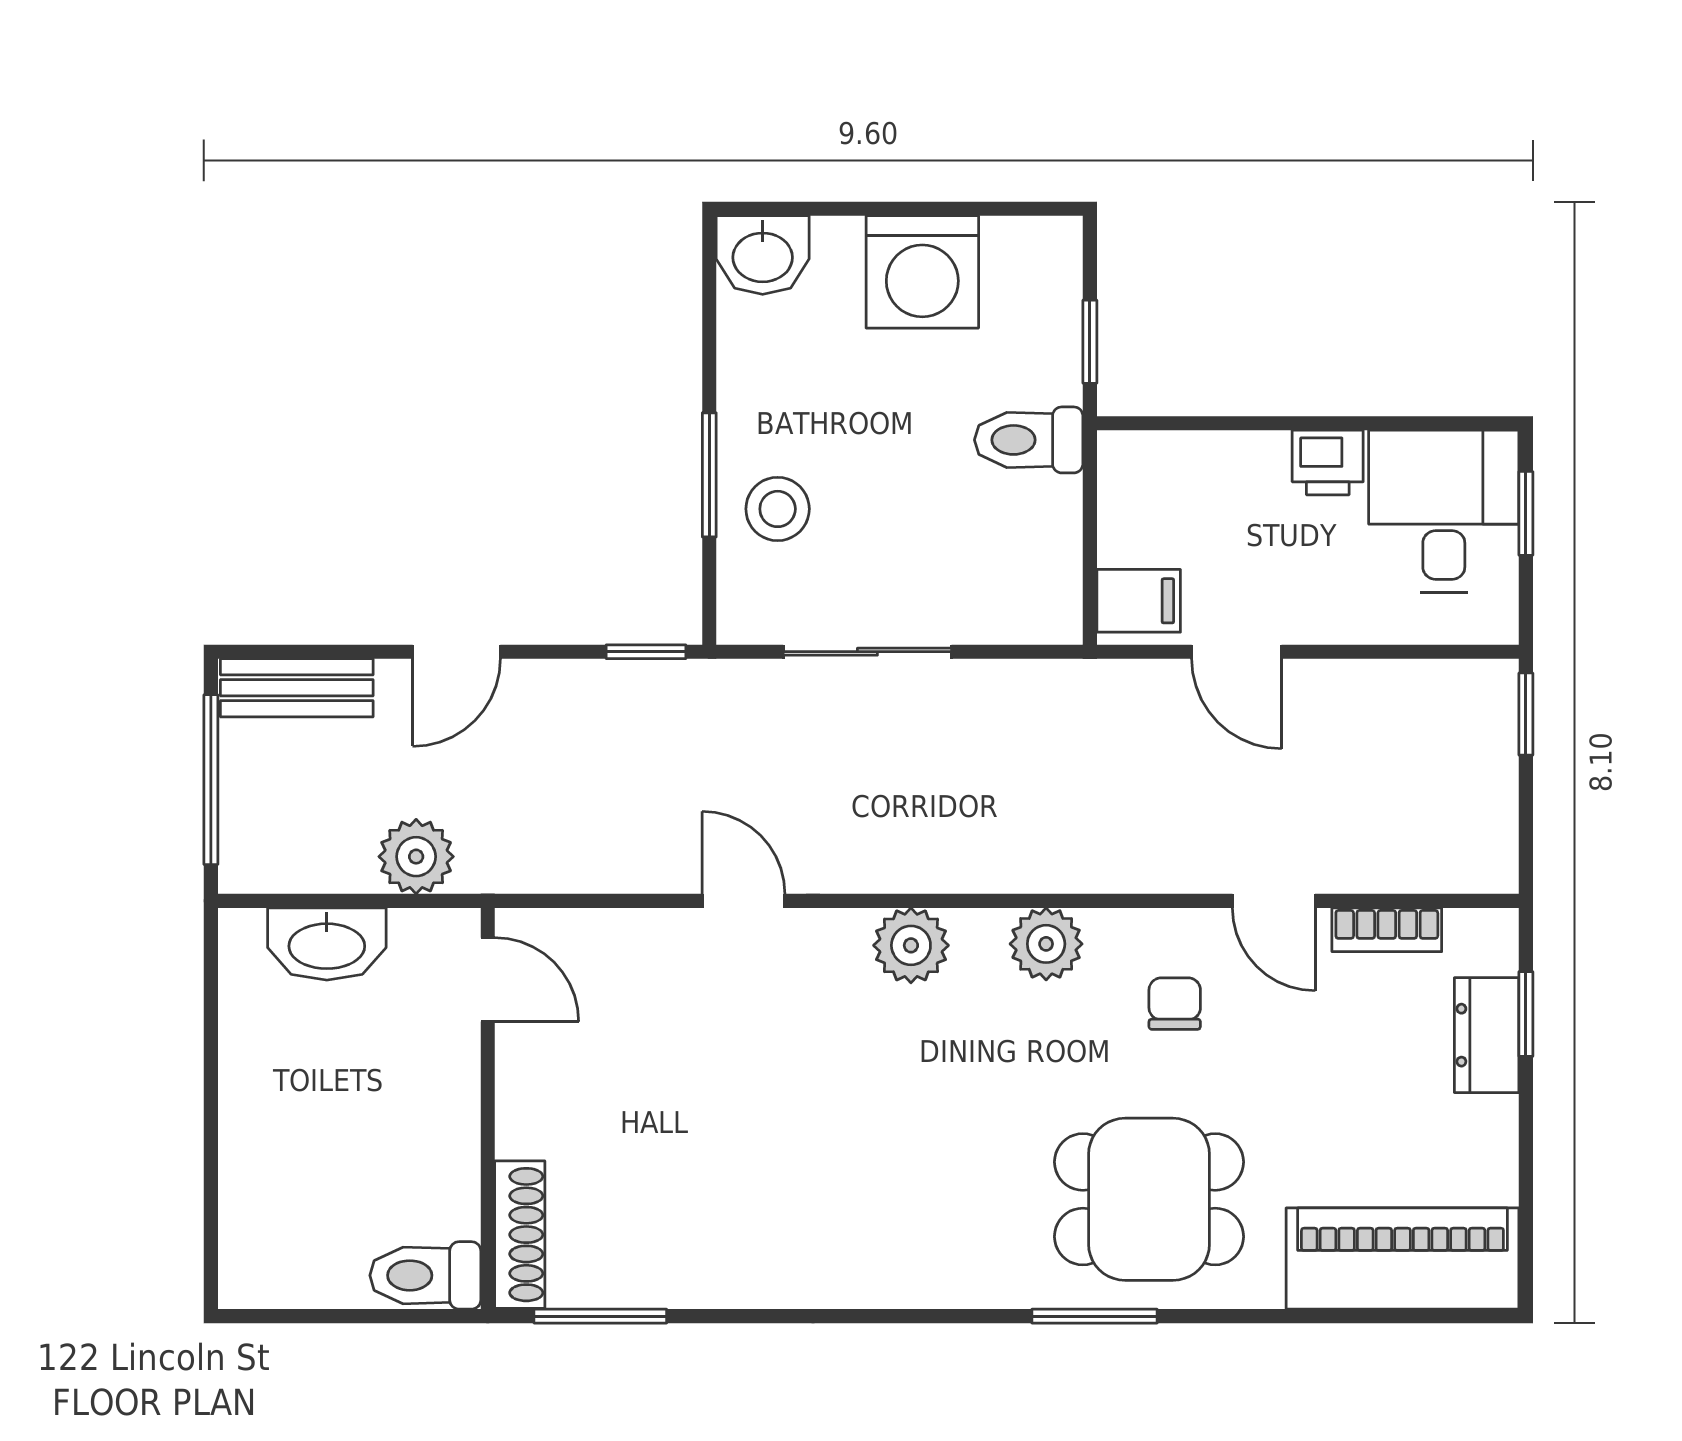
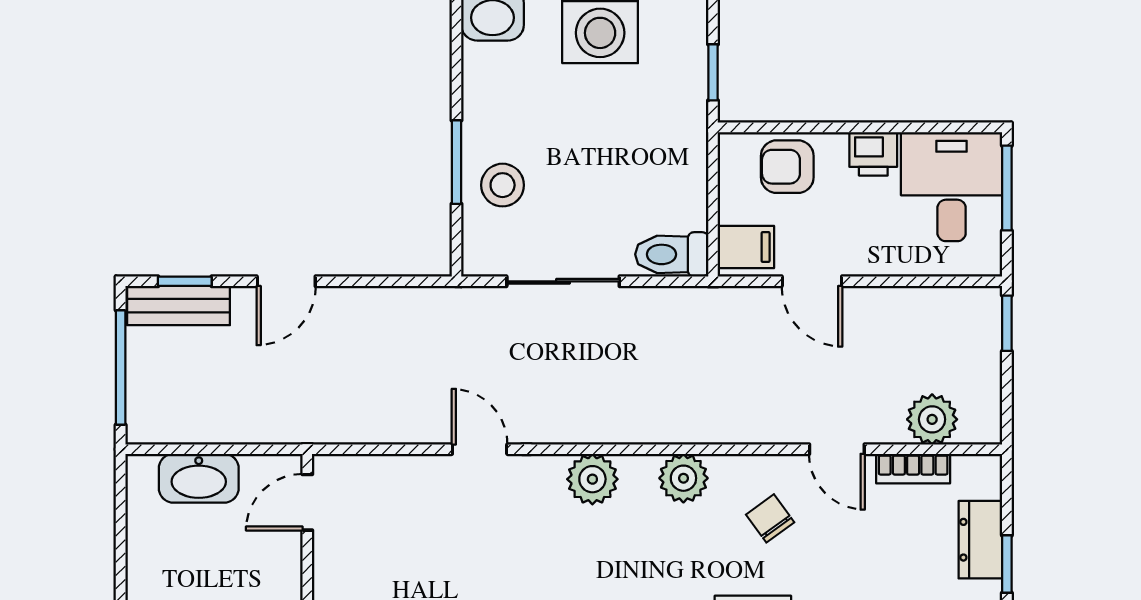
toilet: (1029, 440) -> (672, 254), moved
armchair: (1200, 482) -> (787, 167), added
window: (1526, 513) -> (1007, 188), width x1.50
window: (646, 652) -> (185, 281), moved
plant: (416, 857) -> (932, 419), moved
door: (488, 980) -> (307, 502), swing flipped
chair: (1175, 1004) -> (770, 518), turned -36
window: (1526, 1014) -> (1007, 564), moved

